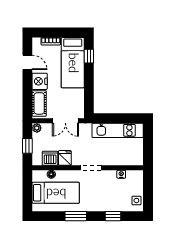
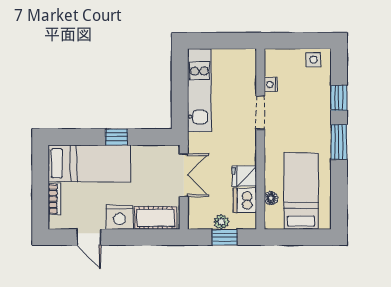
window: (89, 56) -> (117, 137), moved
door: (27, 62) -> (89, 237), swing flipped
plant: (37, 128) -> (221, 222), moved
doorway: (91, 168) -> (260, 112), moved
window: (76, 216) -> (339, 142), moved

